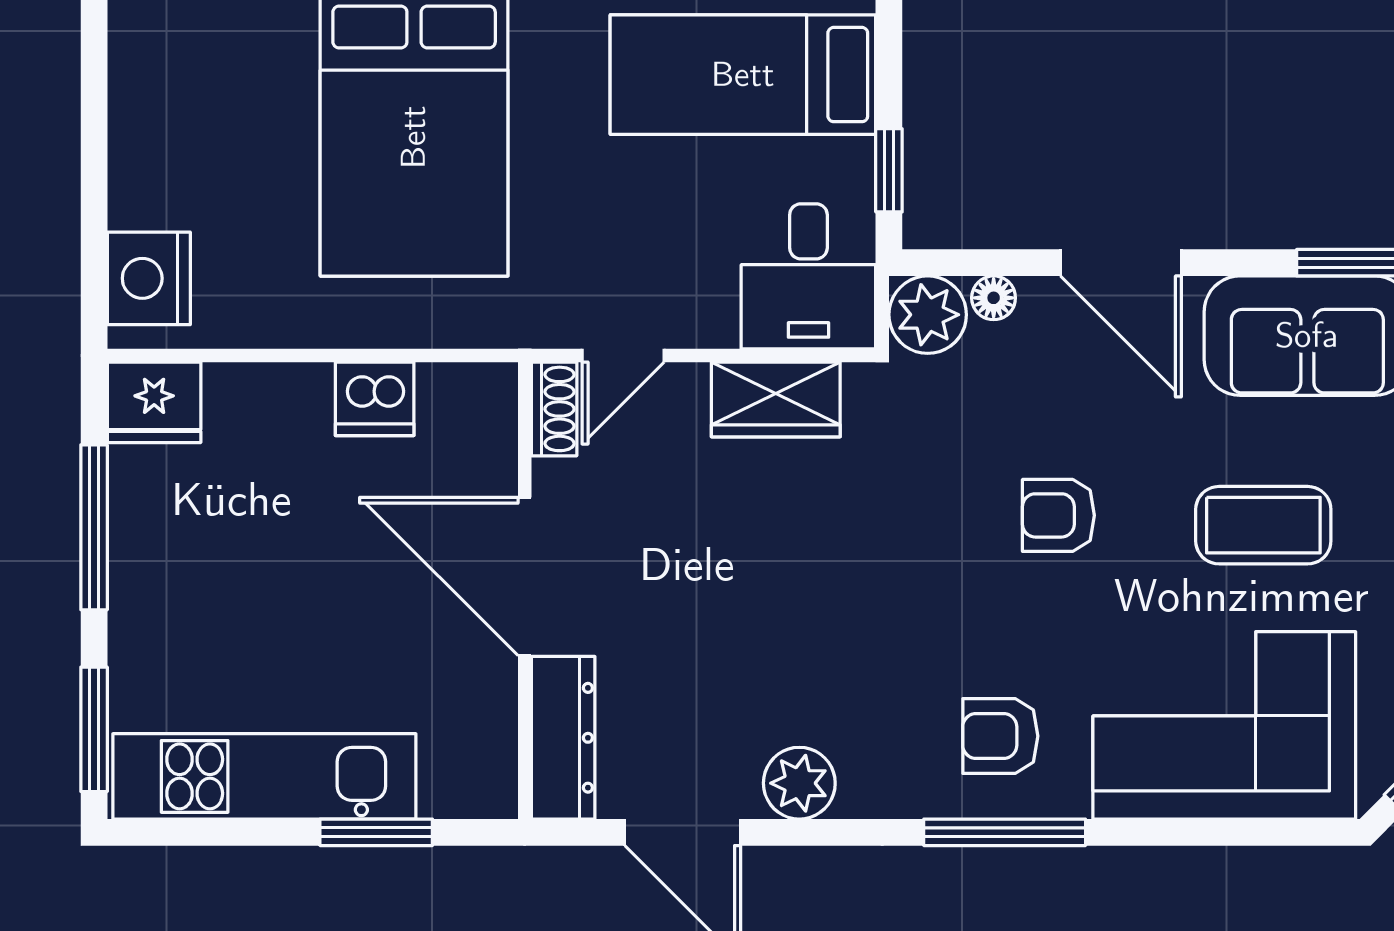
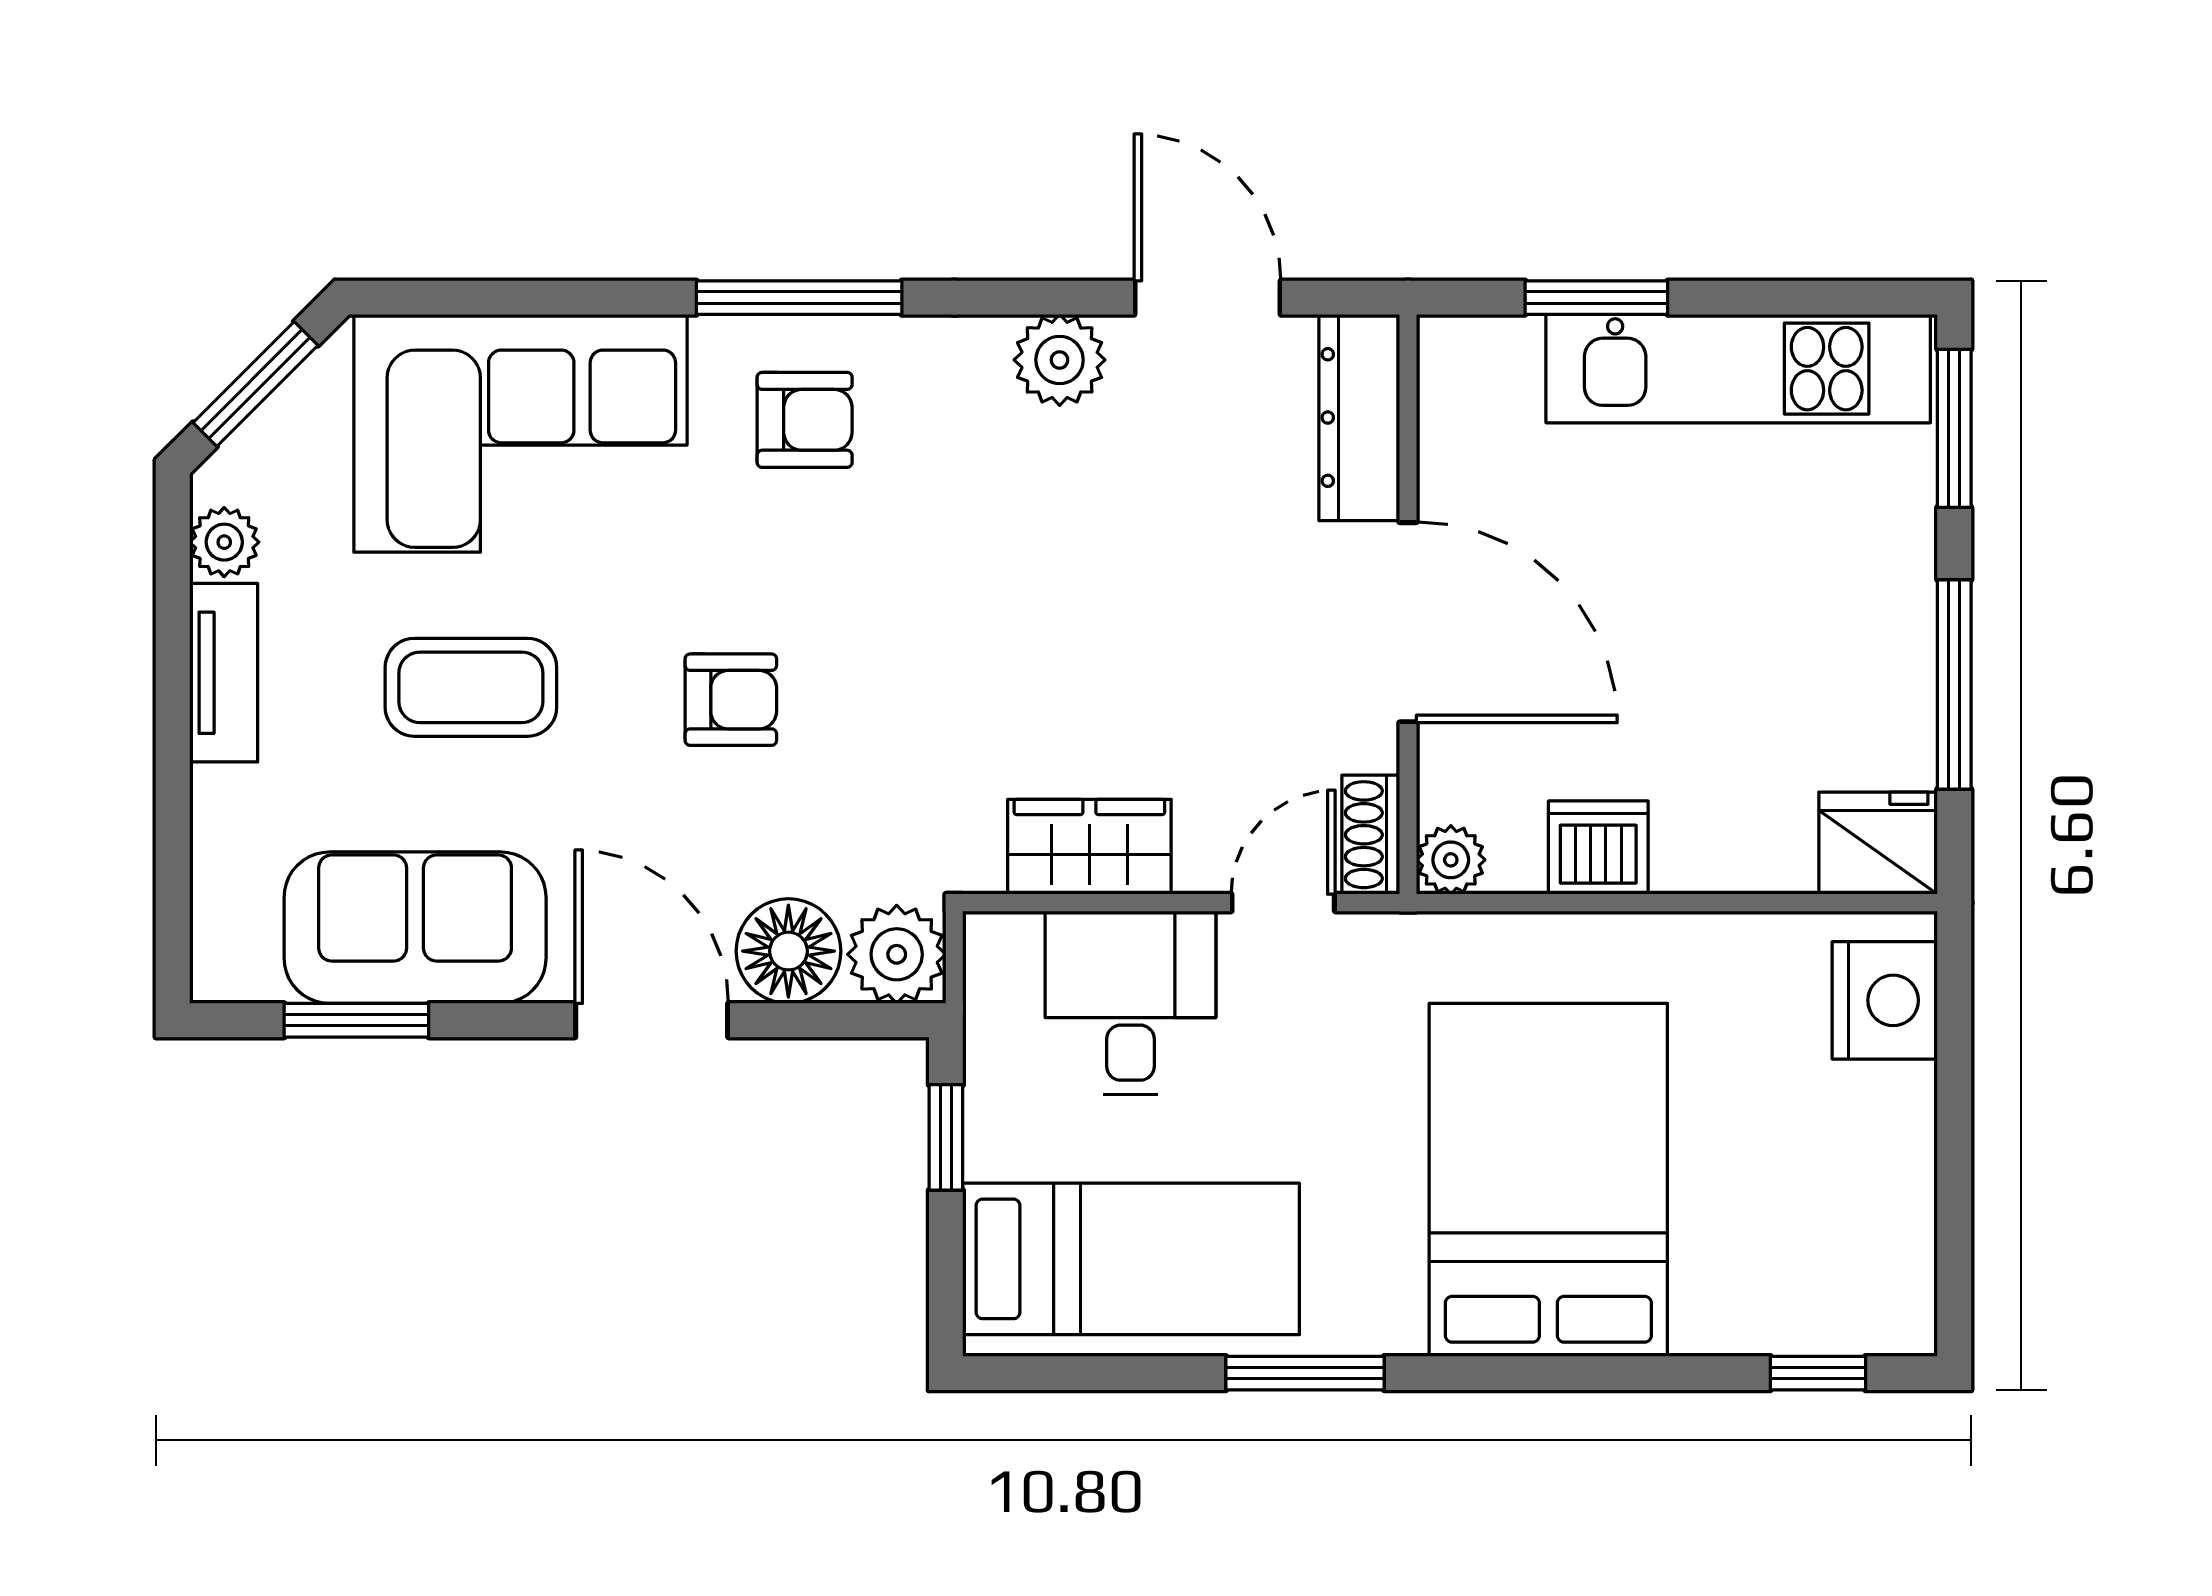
desk: (808, 276) -> (1130, 1003), moved
floor lamp: (994, 298) -> (788, 951), width x1.89, depth x1.89
plant: (491, 389) -> (1451, 860), added

